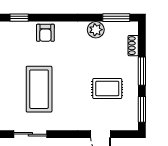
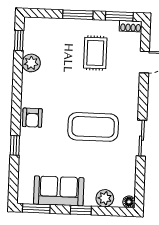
window: (116, 18) -> (19, 40), width x0.67
armchair: (45, 33) -> (32, 118), turned 90
shoe rack: (133, 46) -> (131, 26), moved

